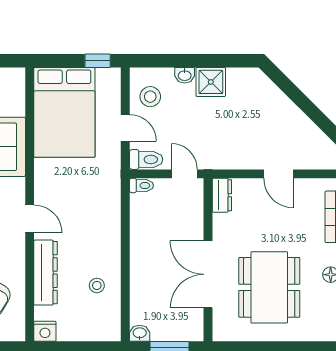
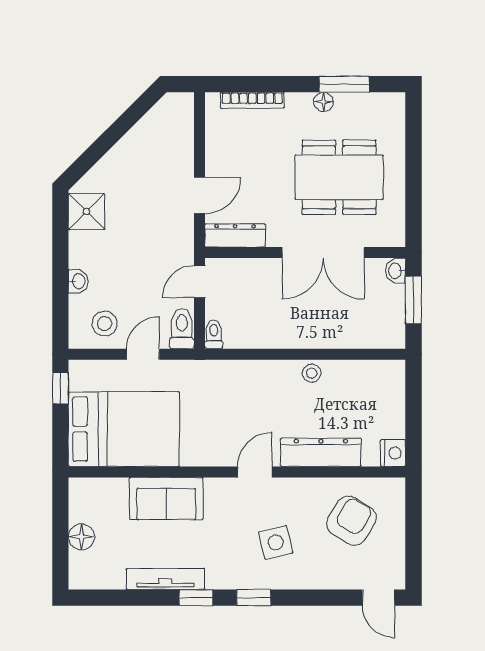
shower: (211, 82) -> (86, 211), moved
door: (278, 174) -> (200, 195), moved
dresser: (222, 195) -> (235, 235), width x1.44
stool: (97, 285) -> (312, 373), moved
washbasin: (140, 333) -> (395, 271), moved

